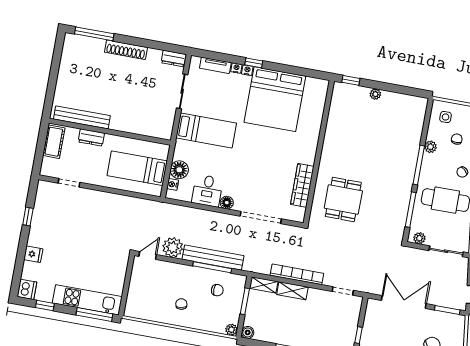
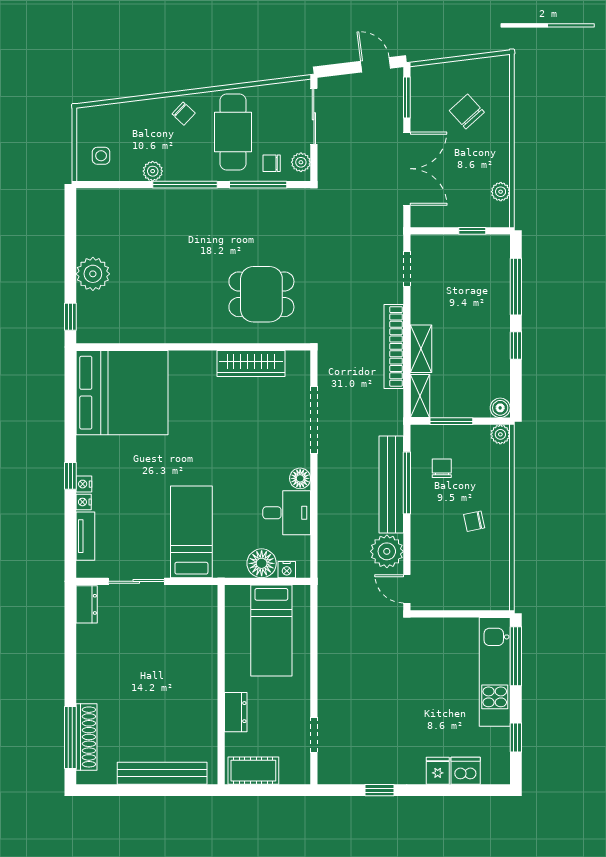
shoe rack: (126, 50) -> (86, 737), moved
plant: (375, 94) -> (93, 274), width x1.87, depth x1.87
bed: (275, 99) -> (122, 393), moved
bench: (82, 117) -> (162, 773), moved, turned 90
chair: (457, 139) -> (272, 163), moved
dishwasher: (27, 289) -> (466, 771), moved
double door: (404, 302) -> (407, 169), swing flipped

